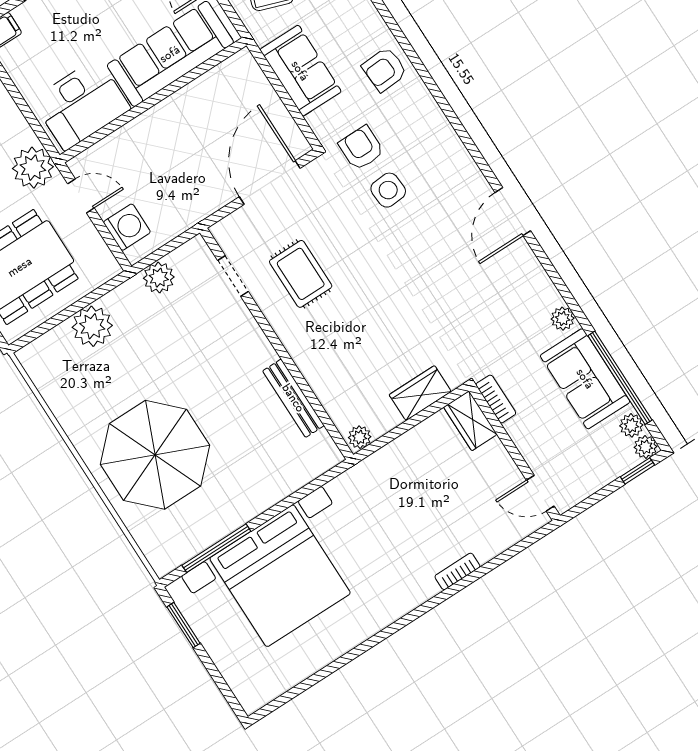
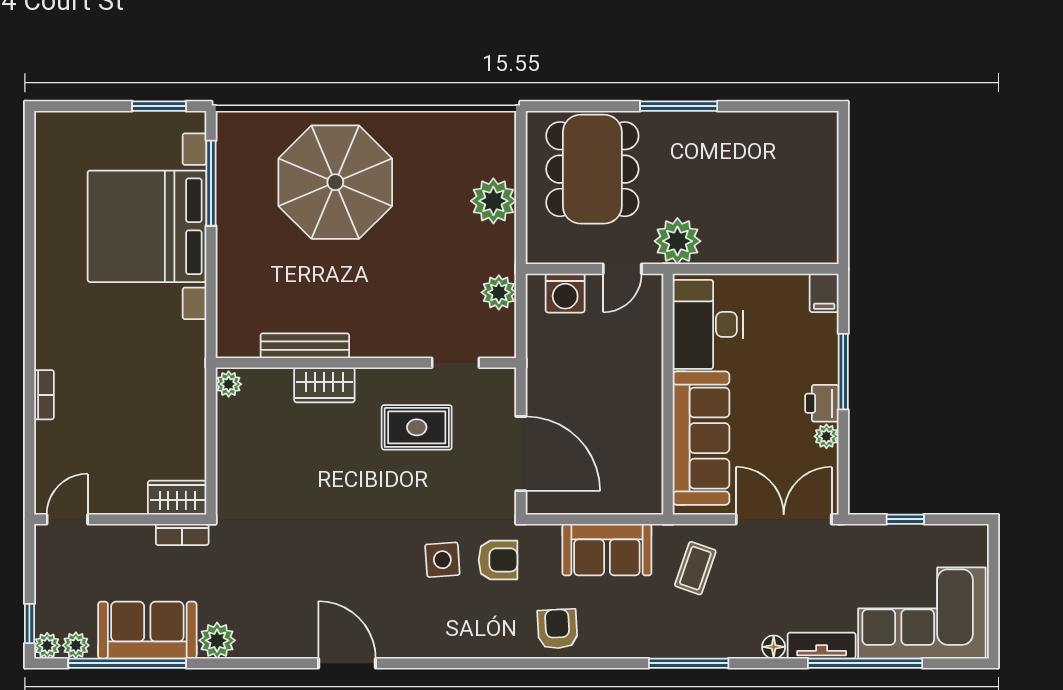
plant: (563, 319) -> (217, 640), width x1.38, depth x1.38
wardrobe: (420, 393) -> (324, 385), moved, turned 90

